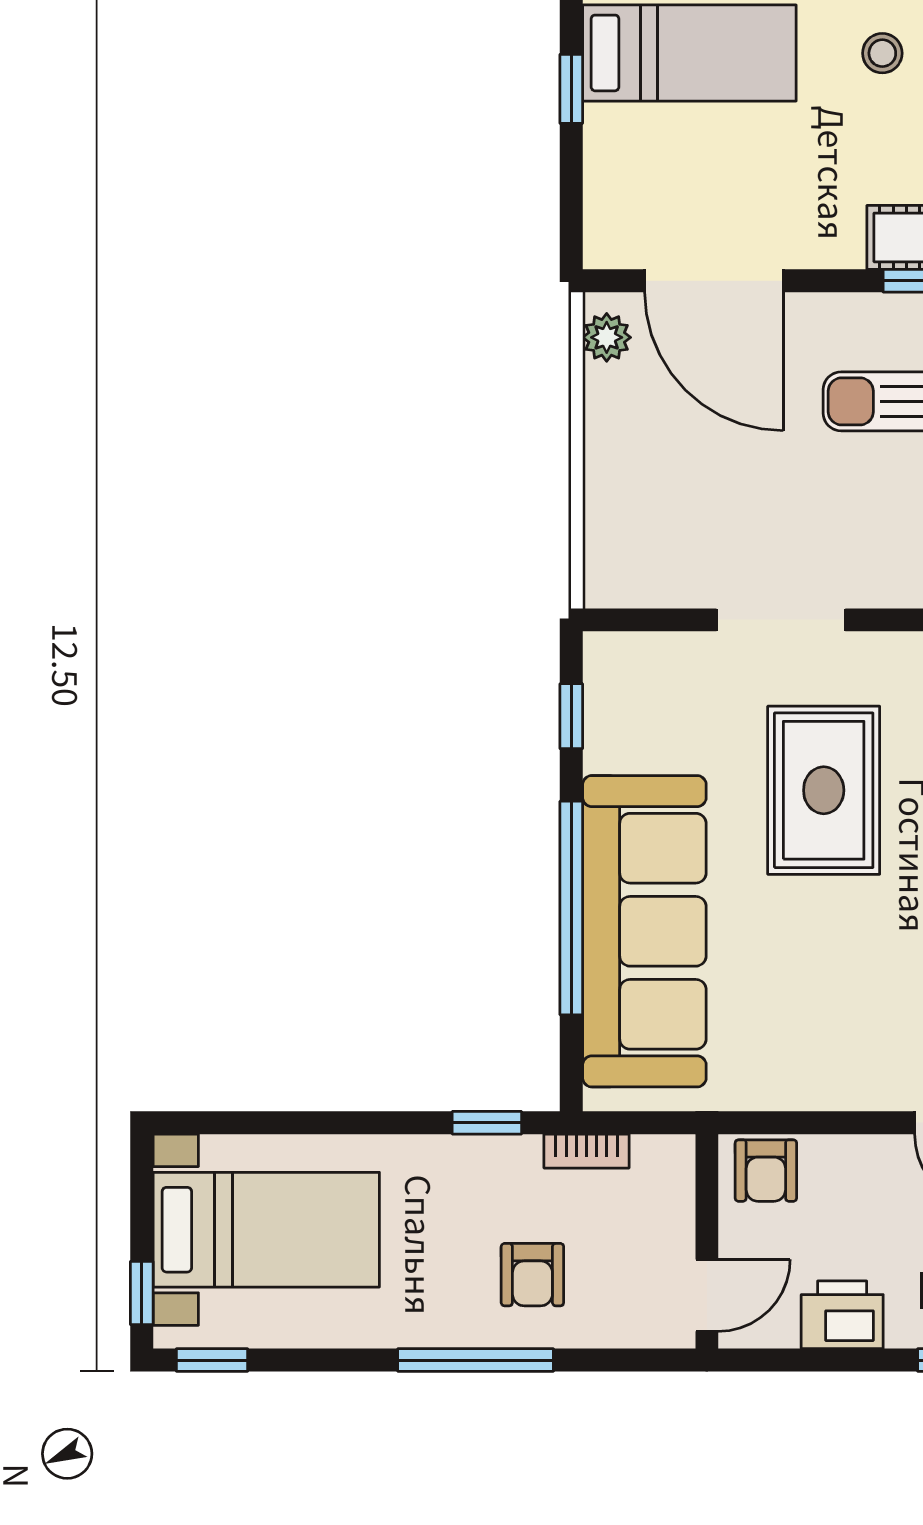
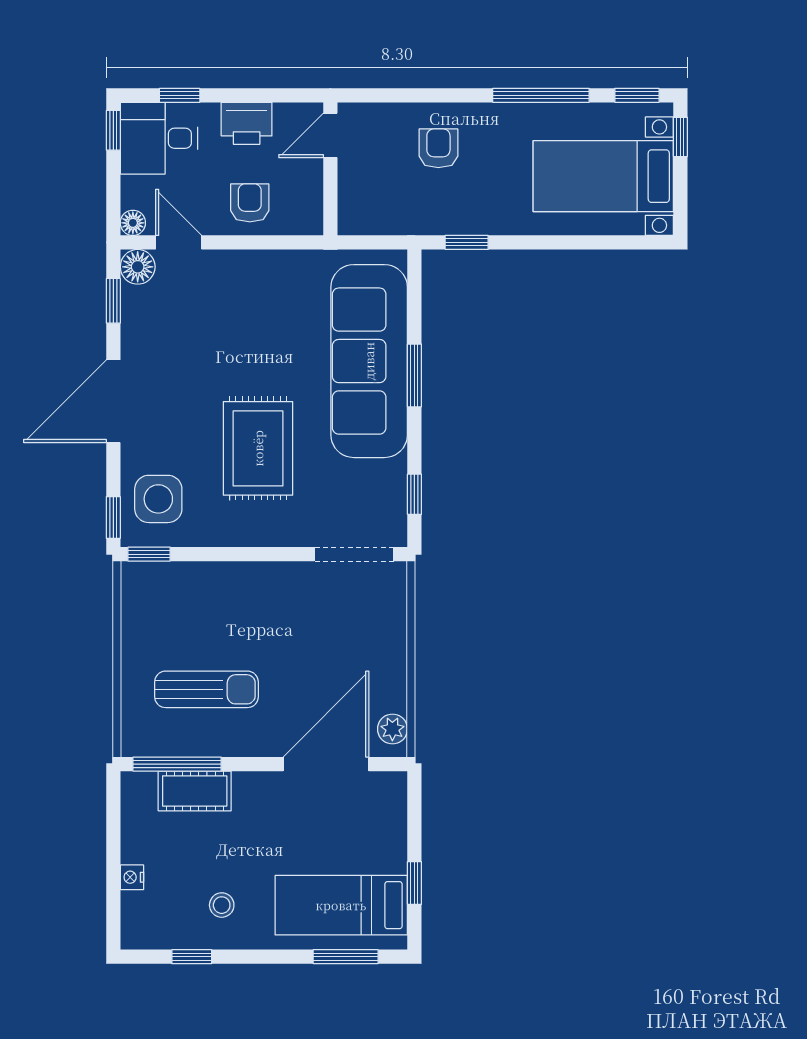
door: (714, 281) -> (326, 764), hinge flipped
doorway: (781, 620) -> (354, 554), moved
window: (571, 908) -> (414, 375), width x0.47
bookcase: (587, 1151) -> (405, 225), removed
armchair: (766, 1171) -> (250, 203), moved
window: (476, 1360) -> (541, 95), moved

